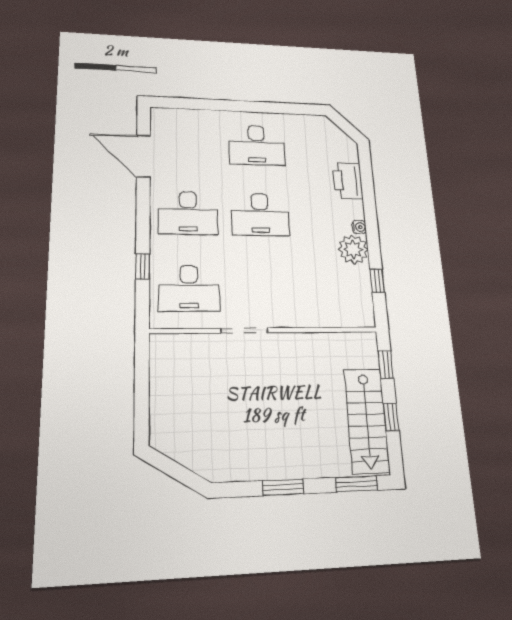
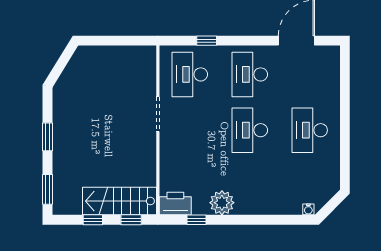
printer: (348, 181) -> (175, 204), moved
water cooler: (359, 227) -> (308, 209), moved
stairs: (367, 420) -> (119, 201), moved

